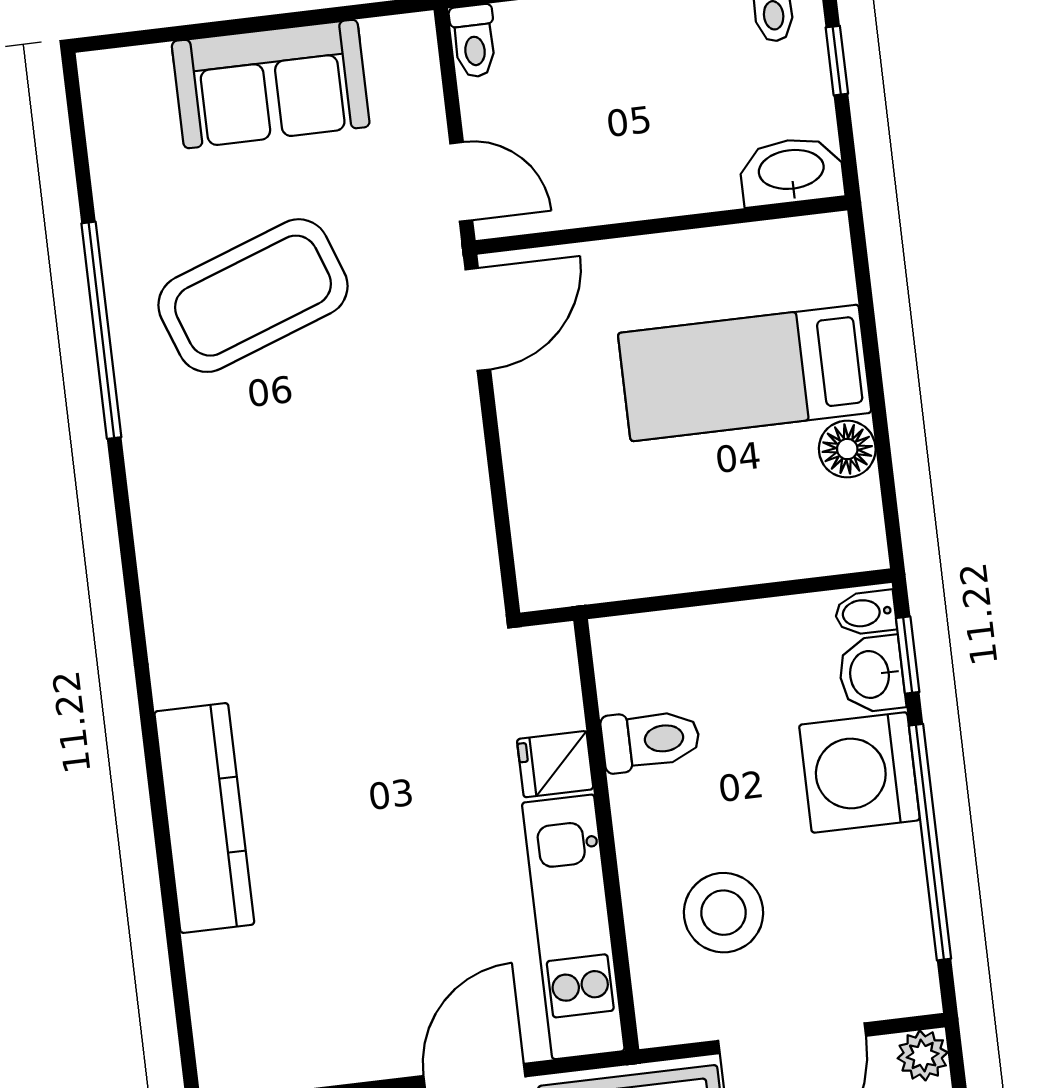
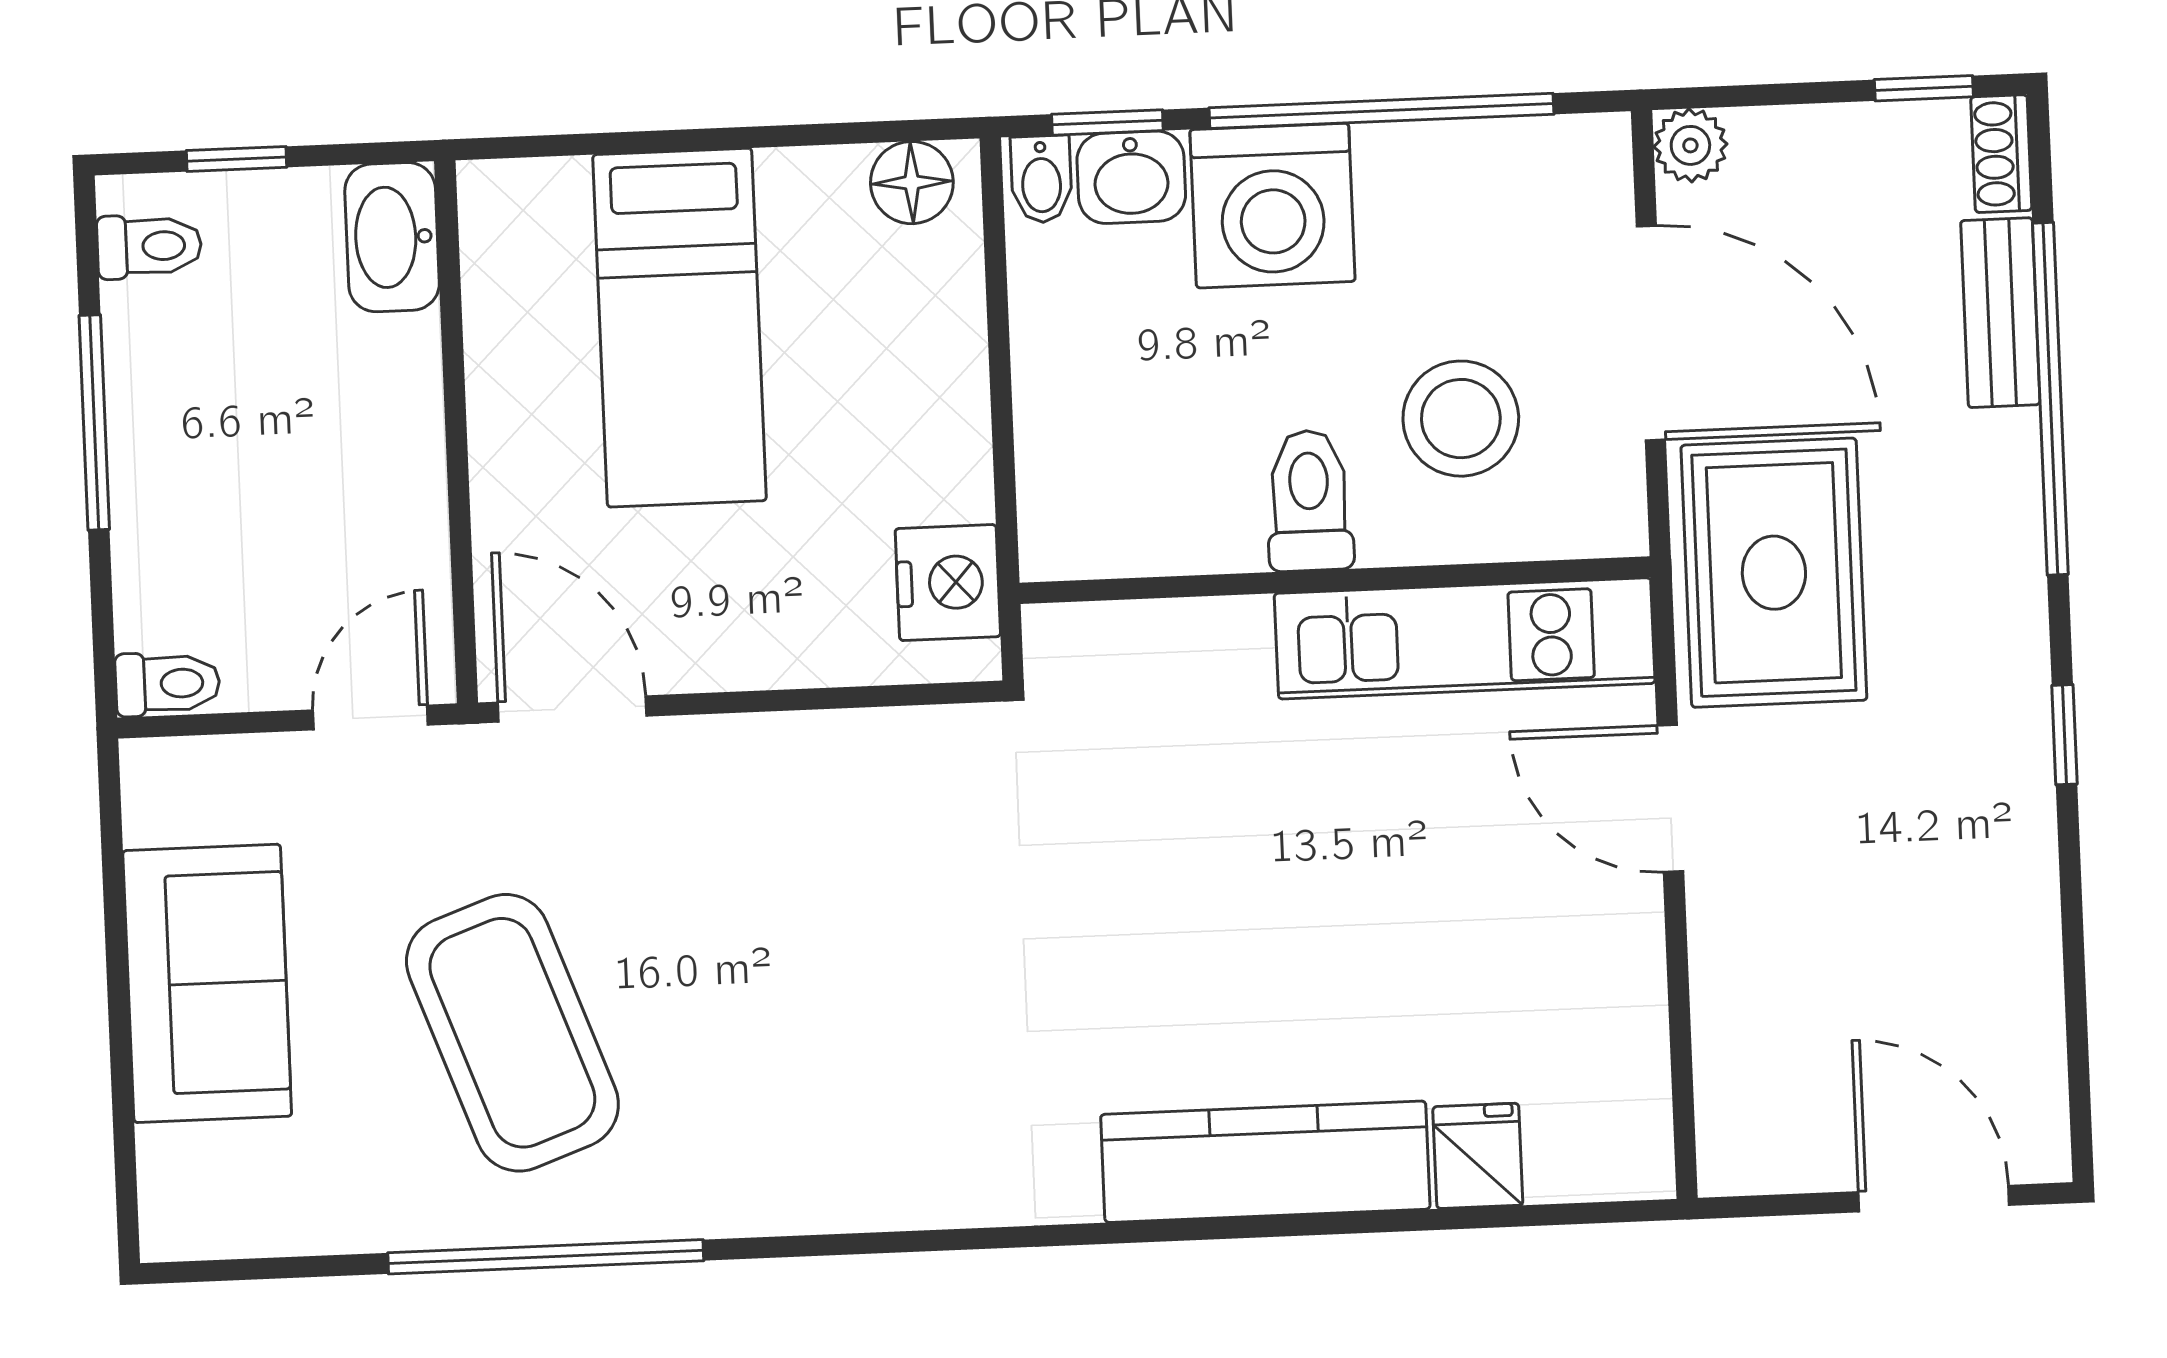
floor lamp: (847, 449) -> (912, 183), moved
nightstand: (584, 570) -> (948, 583), added
toilet: (651, 740) -> (1309, 501), moved
fridge: (555, 764) -> (1478, 1156), moved, turned 180

